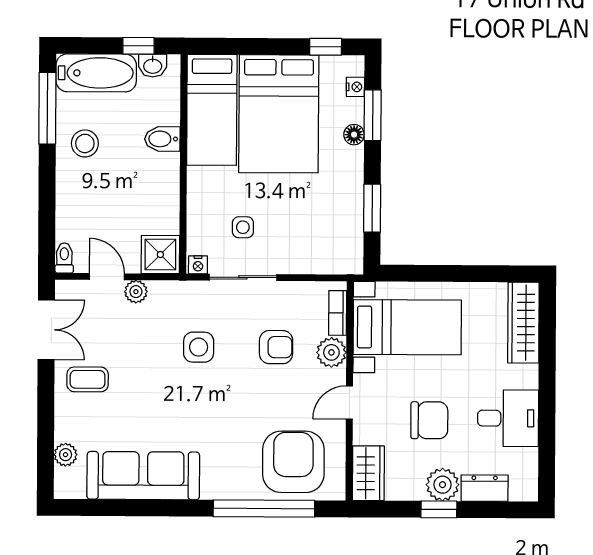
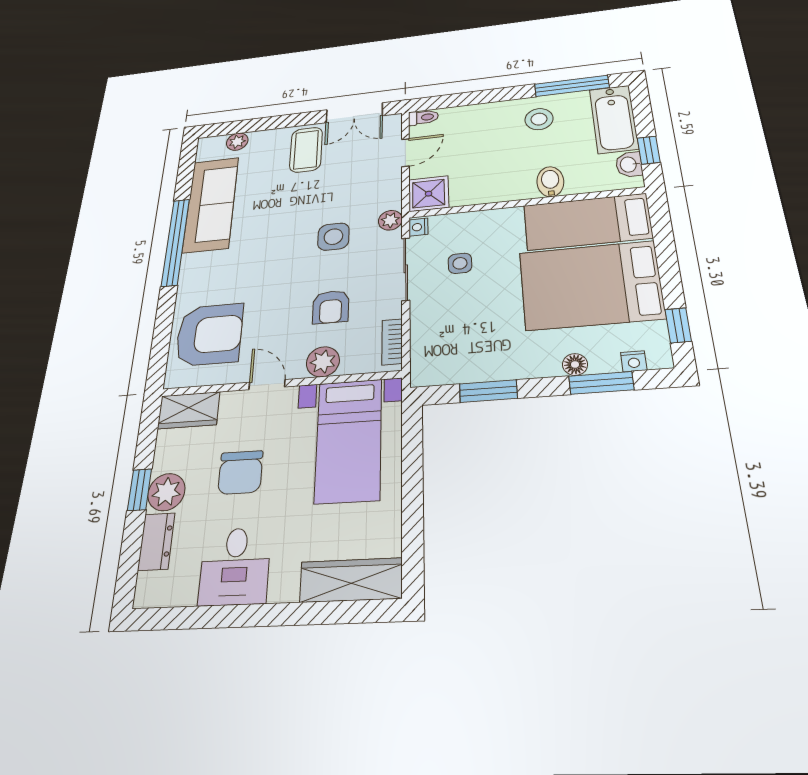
plant: (136, 292) -> (390, 220), moved
bookcase: (338, 313) -> (392, 342), moved, turned -90
coffee table: (88, 379) -> (306, 150), width x1.36, depth x1.30
window: (264, 508) -> (176, 242), moved

